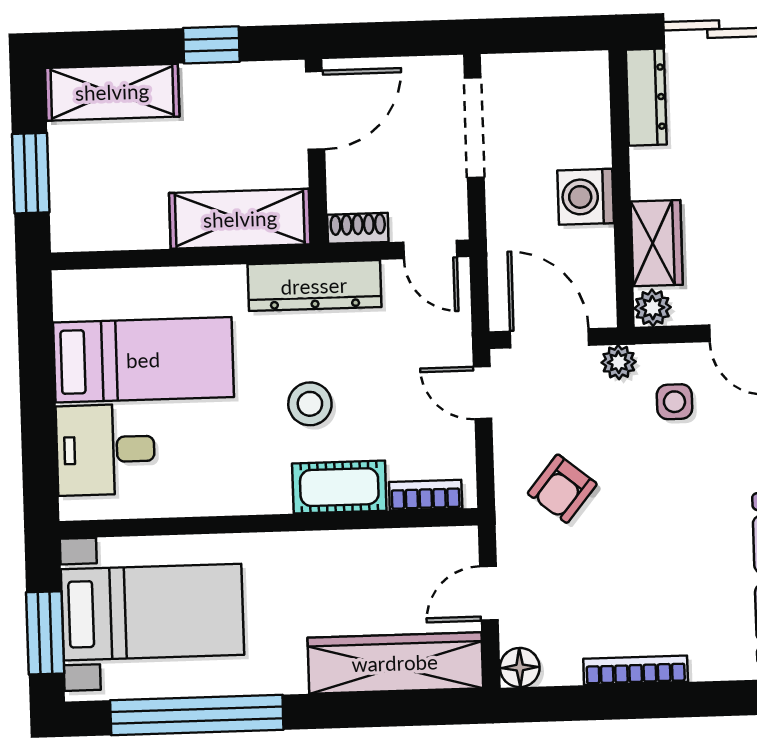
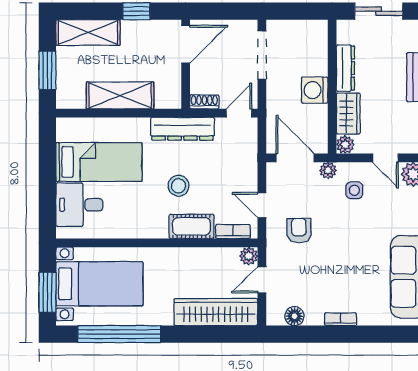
dresser: (646, 97) -> (345, 68), moved
shelving: (240, 219) -> (120, 95), moved
door: (430, 250) -> (239, 113), swing flipped
door: (483, 393) -> (262, 205), moved
armchair: (562, 489) -> (299, 230), turned 140
plant: (460, 545) -> (249, 256), added
floor lamp: (520, 668) -> (294, 316), moved
bookcase: (636, 670) -> (341, 319), width x0.64

